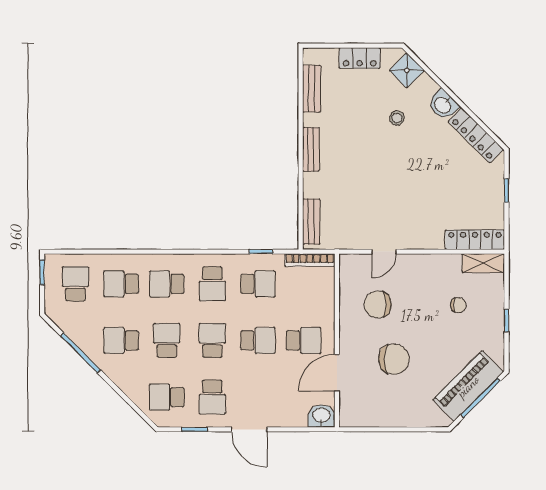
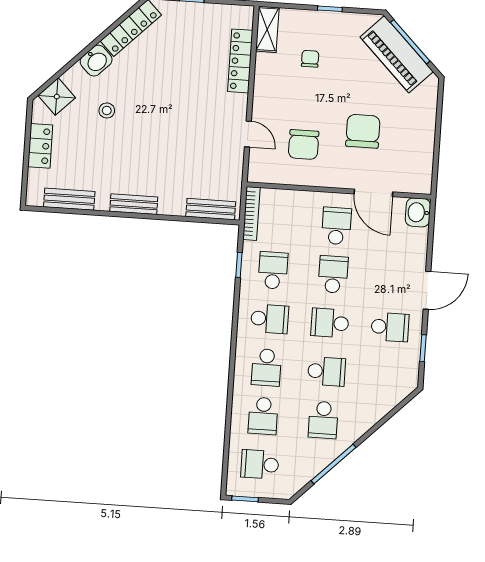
locker: (475, 240) -> (240, 61), moved
school desk: (167, 340) -> (327, 371), turned 180
school desk: (167, 397) -> (387, 376), removed

